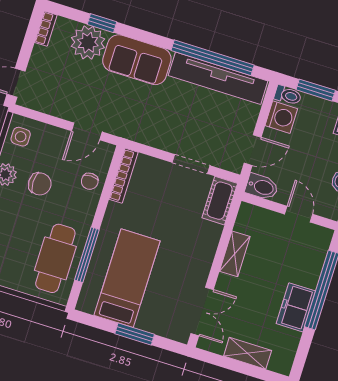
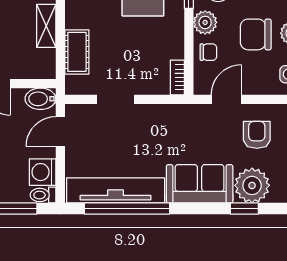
armchair: (68, 89) -> (257, 135), added
bookcase: (124, 176) -> (177, 77), width x0.64
chair: (90, 181) -> (208, 52), turned 90
chair: (40, 184) -> (256, 34), width x1.37, depth x1.37
cot: (220, 201) -> (77, 52), moved
plant: (84, 210) -> (205, 22), added

